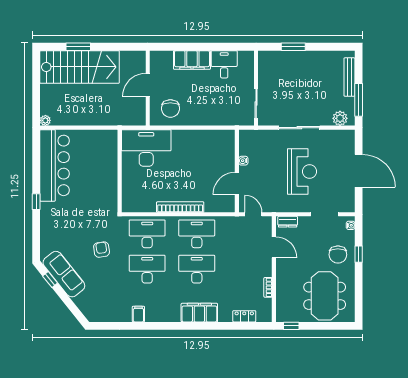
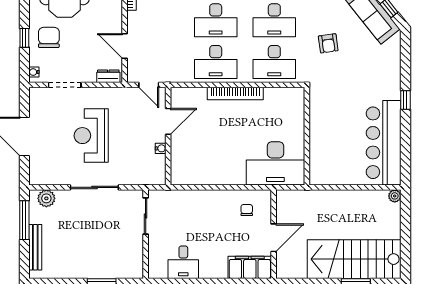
filing cabinet: (192, 60) -> (250, 267), moved
chair: (170, 108) -> (247, 210), width x0.54, depth x0.54

